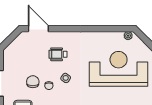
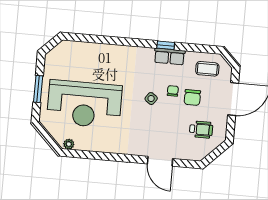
door: (38, 29) -> (160, 161), moved
wheelchair: (58, 54) -> (201, 129), moved

